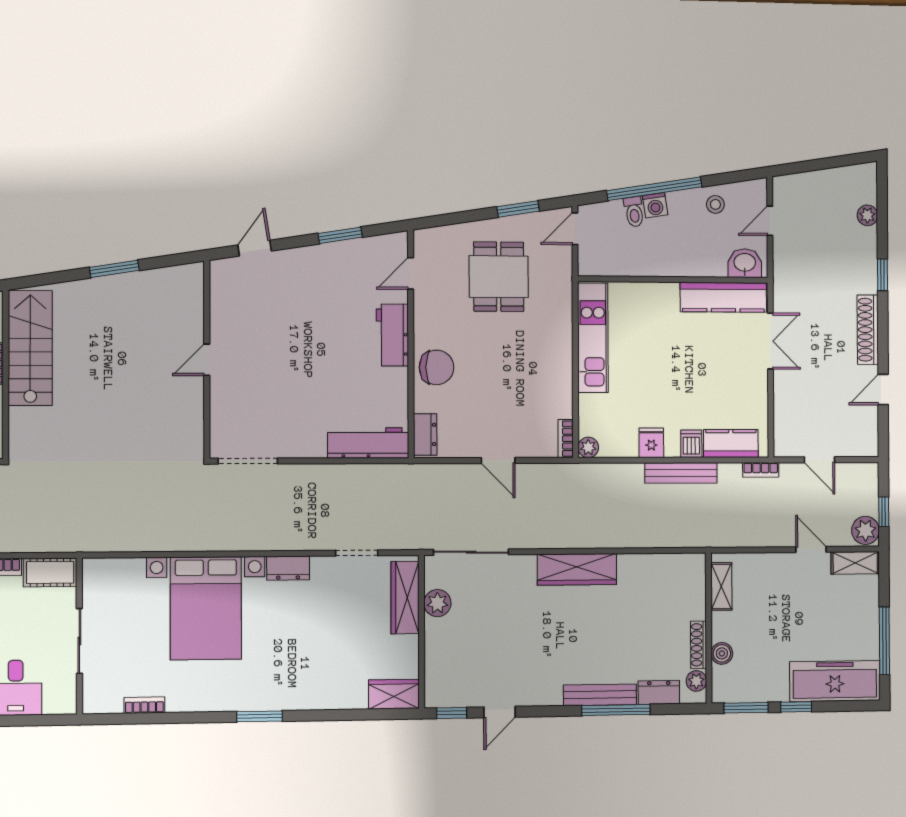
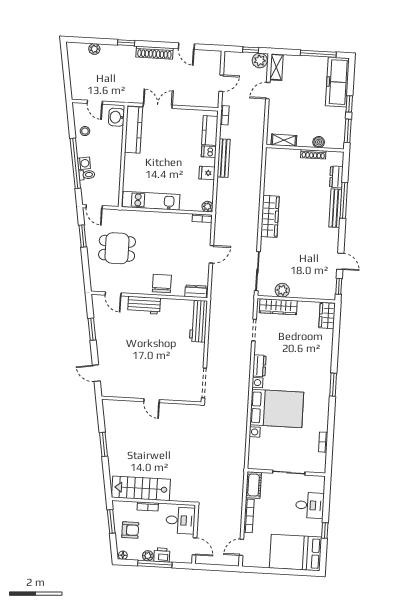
plant: (696, 681) -> (332, 157), removed

